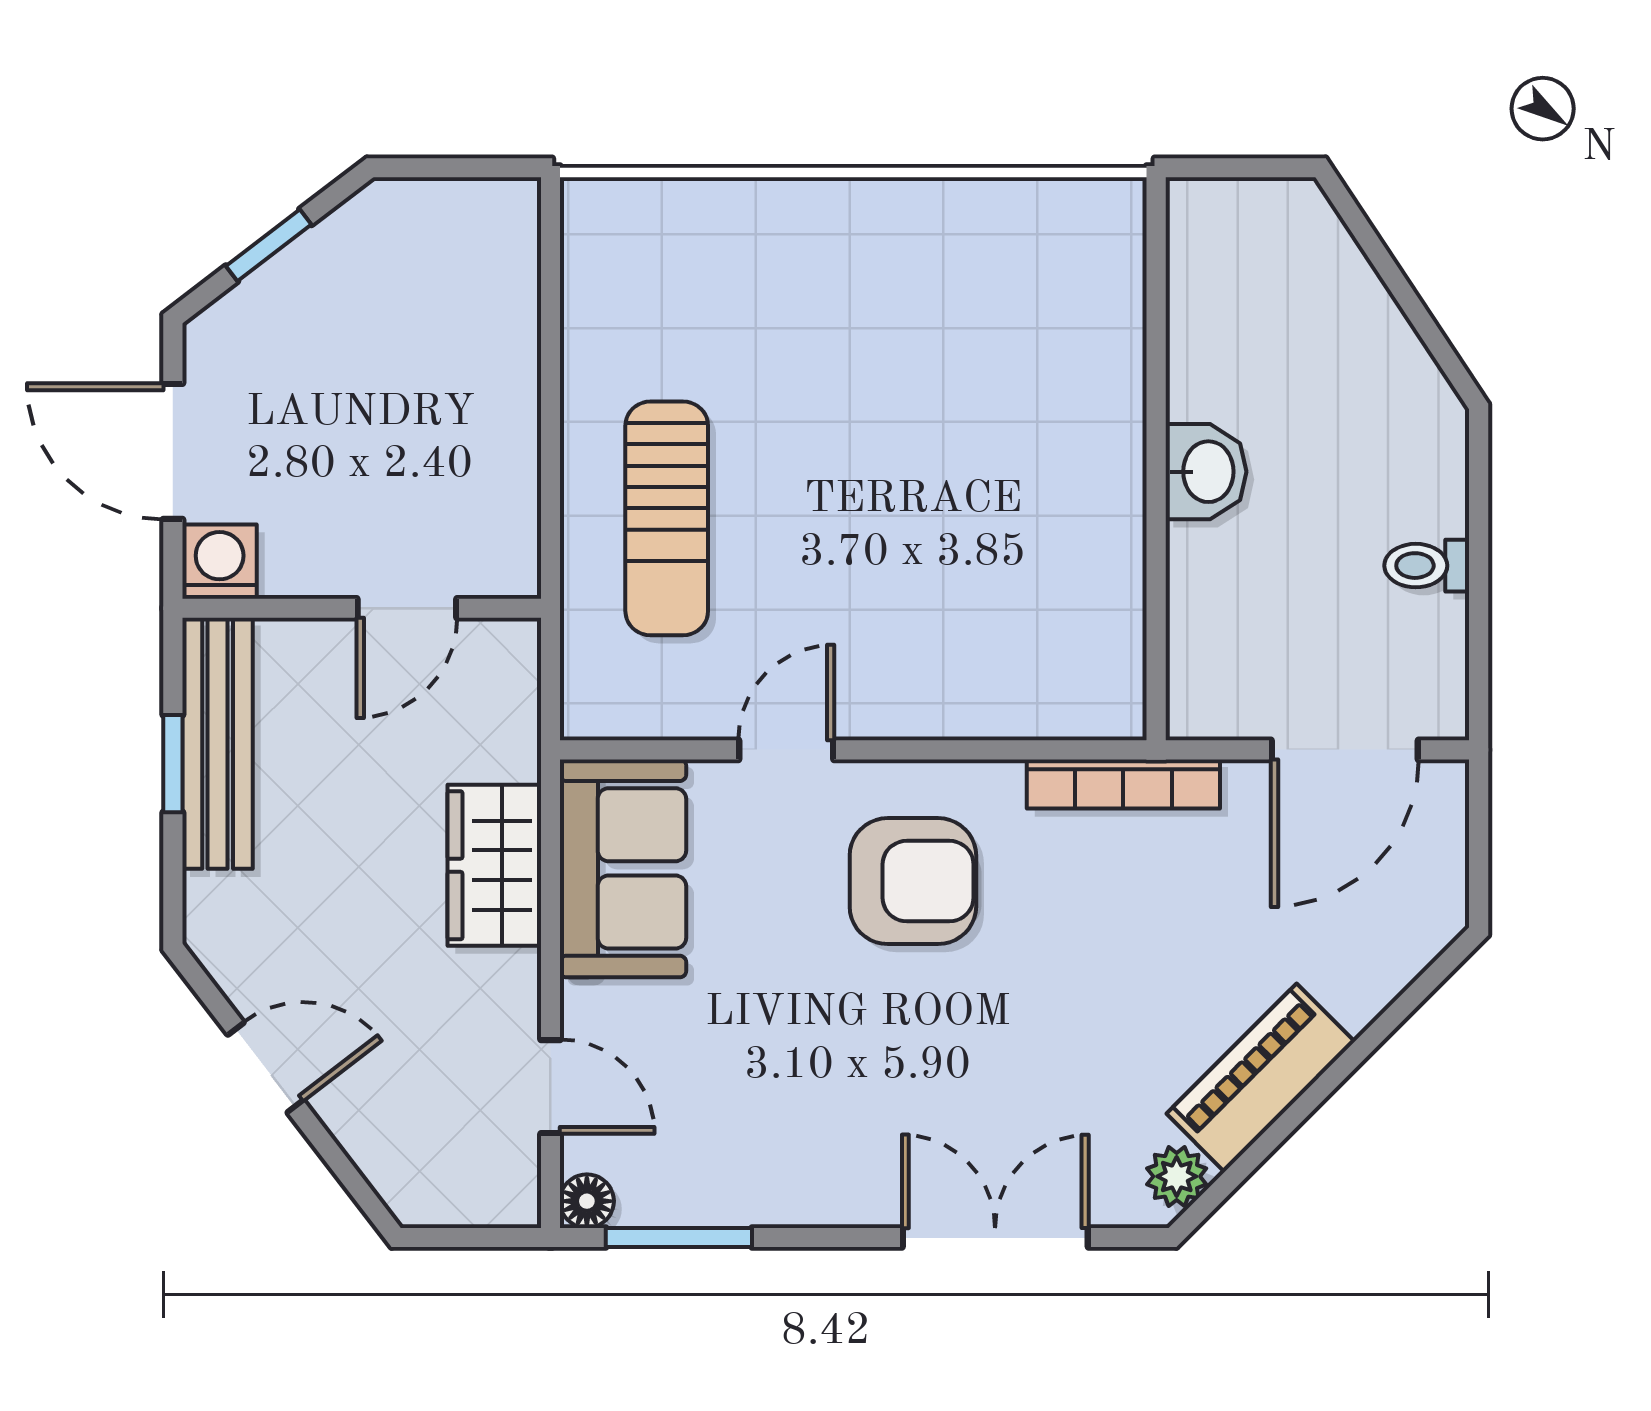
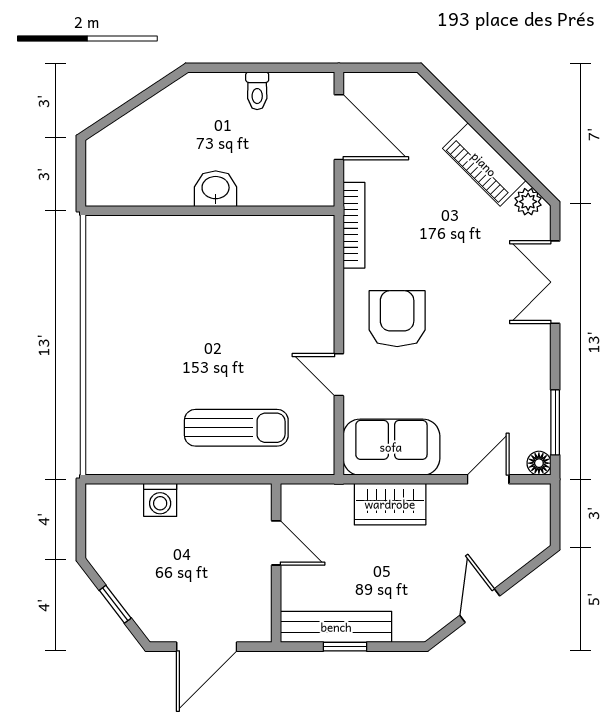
washing machine: (220, 562) -> (160, 500), moved, turned -90

